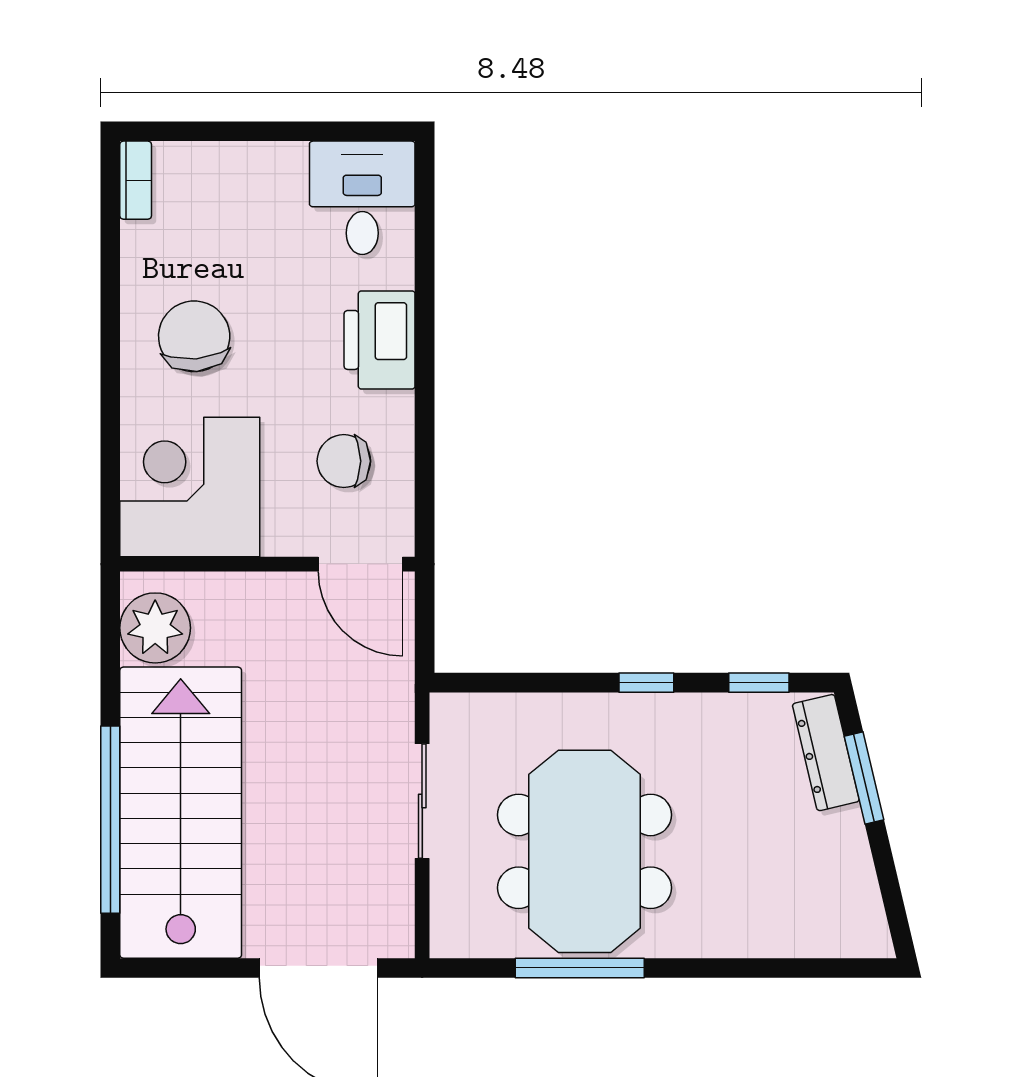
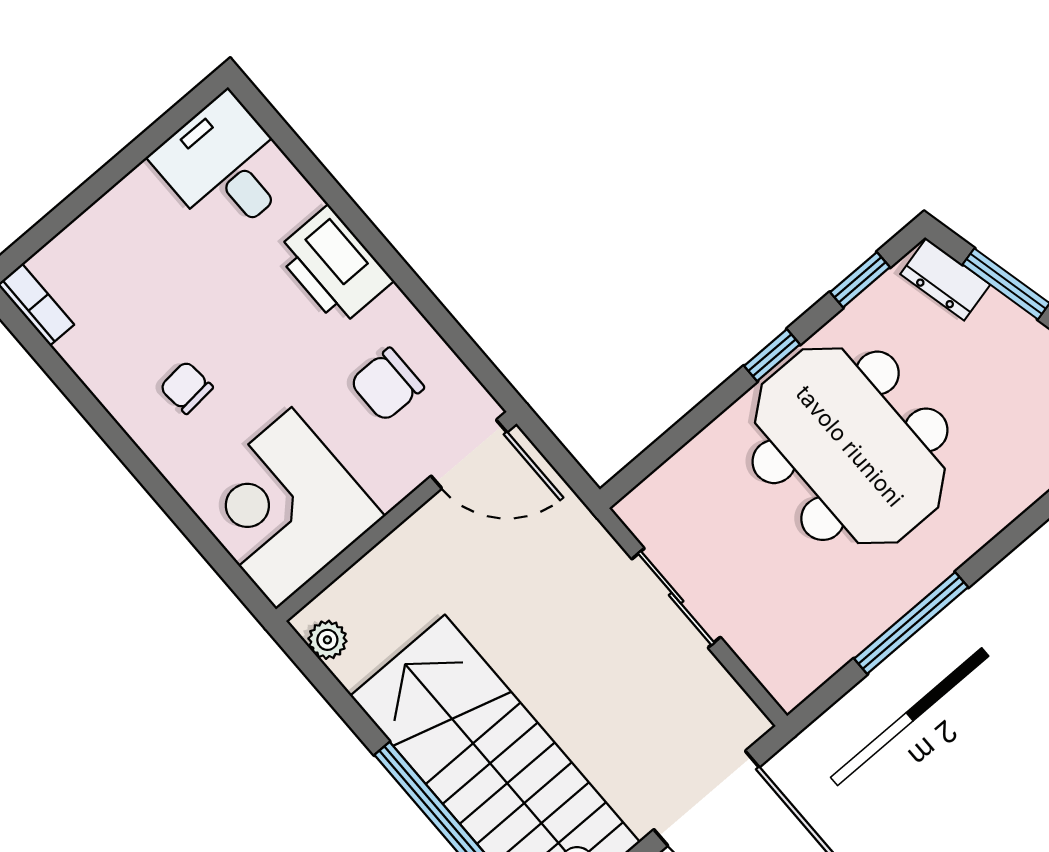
chair: (194, 336) -> (186, 387), width x0.54, depth x0.54
plant: (155, 628) -> (327, 640), width x0.53, depth x0.53
dresser: (826, 753) -> (945, 279), width x0.70
meeting table: (585, 851) -> (850, 446), moved

